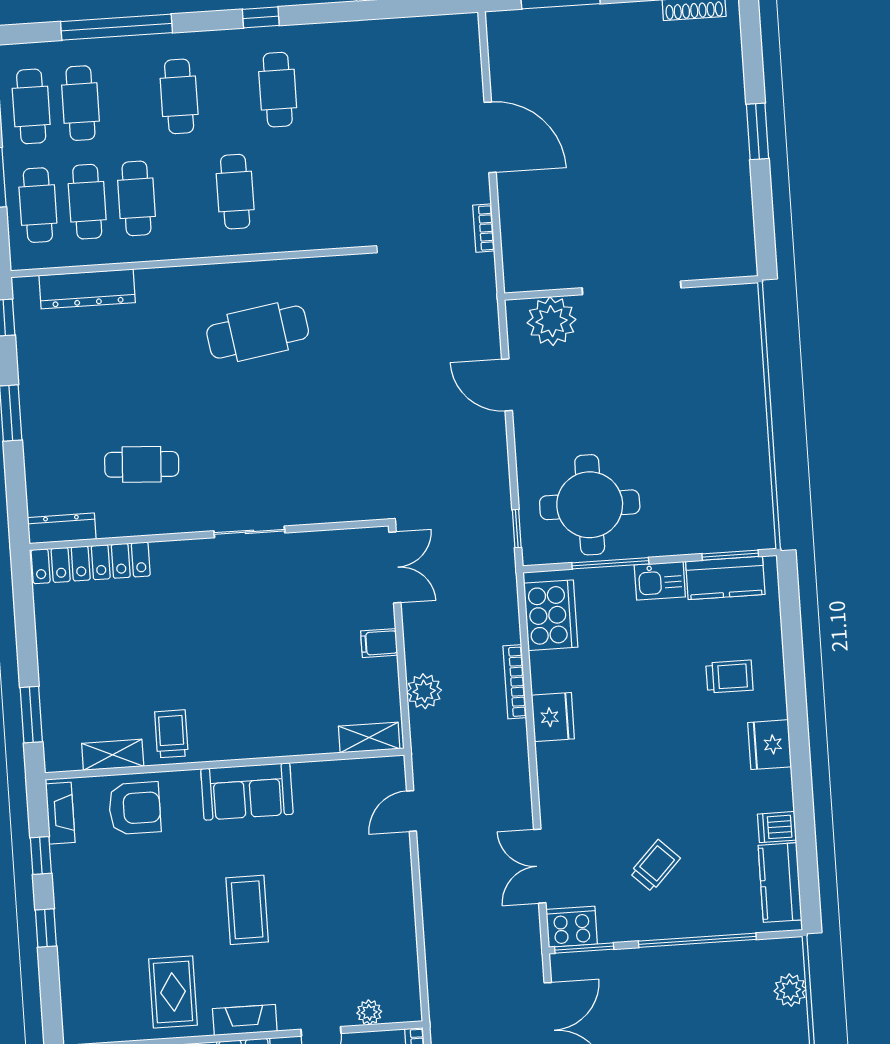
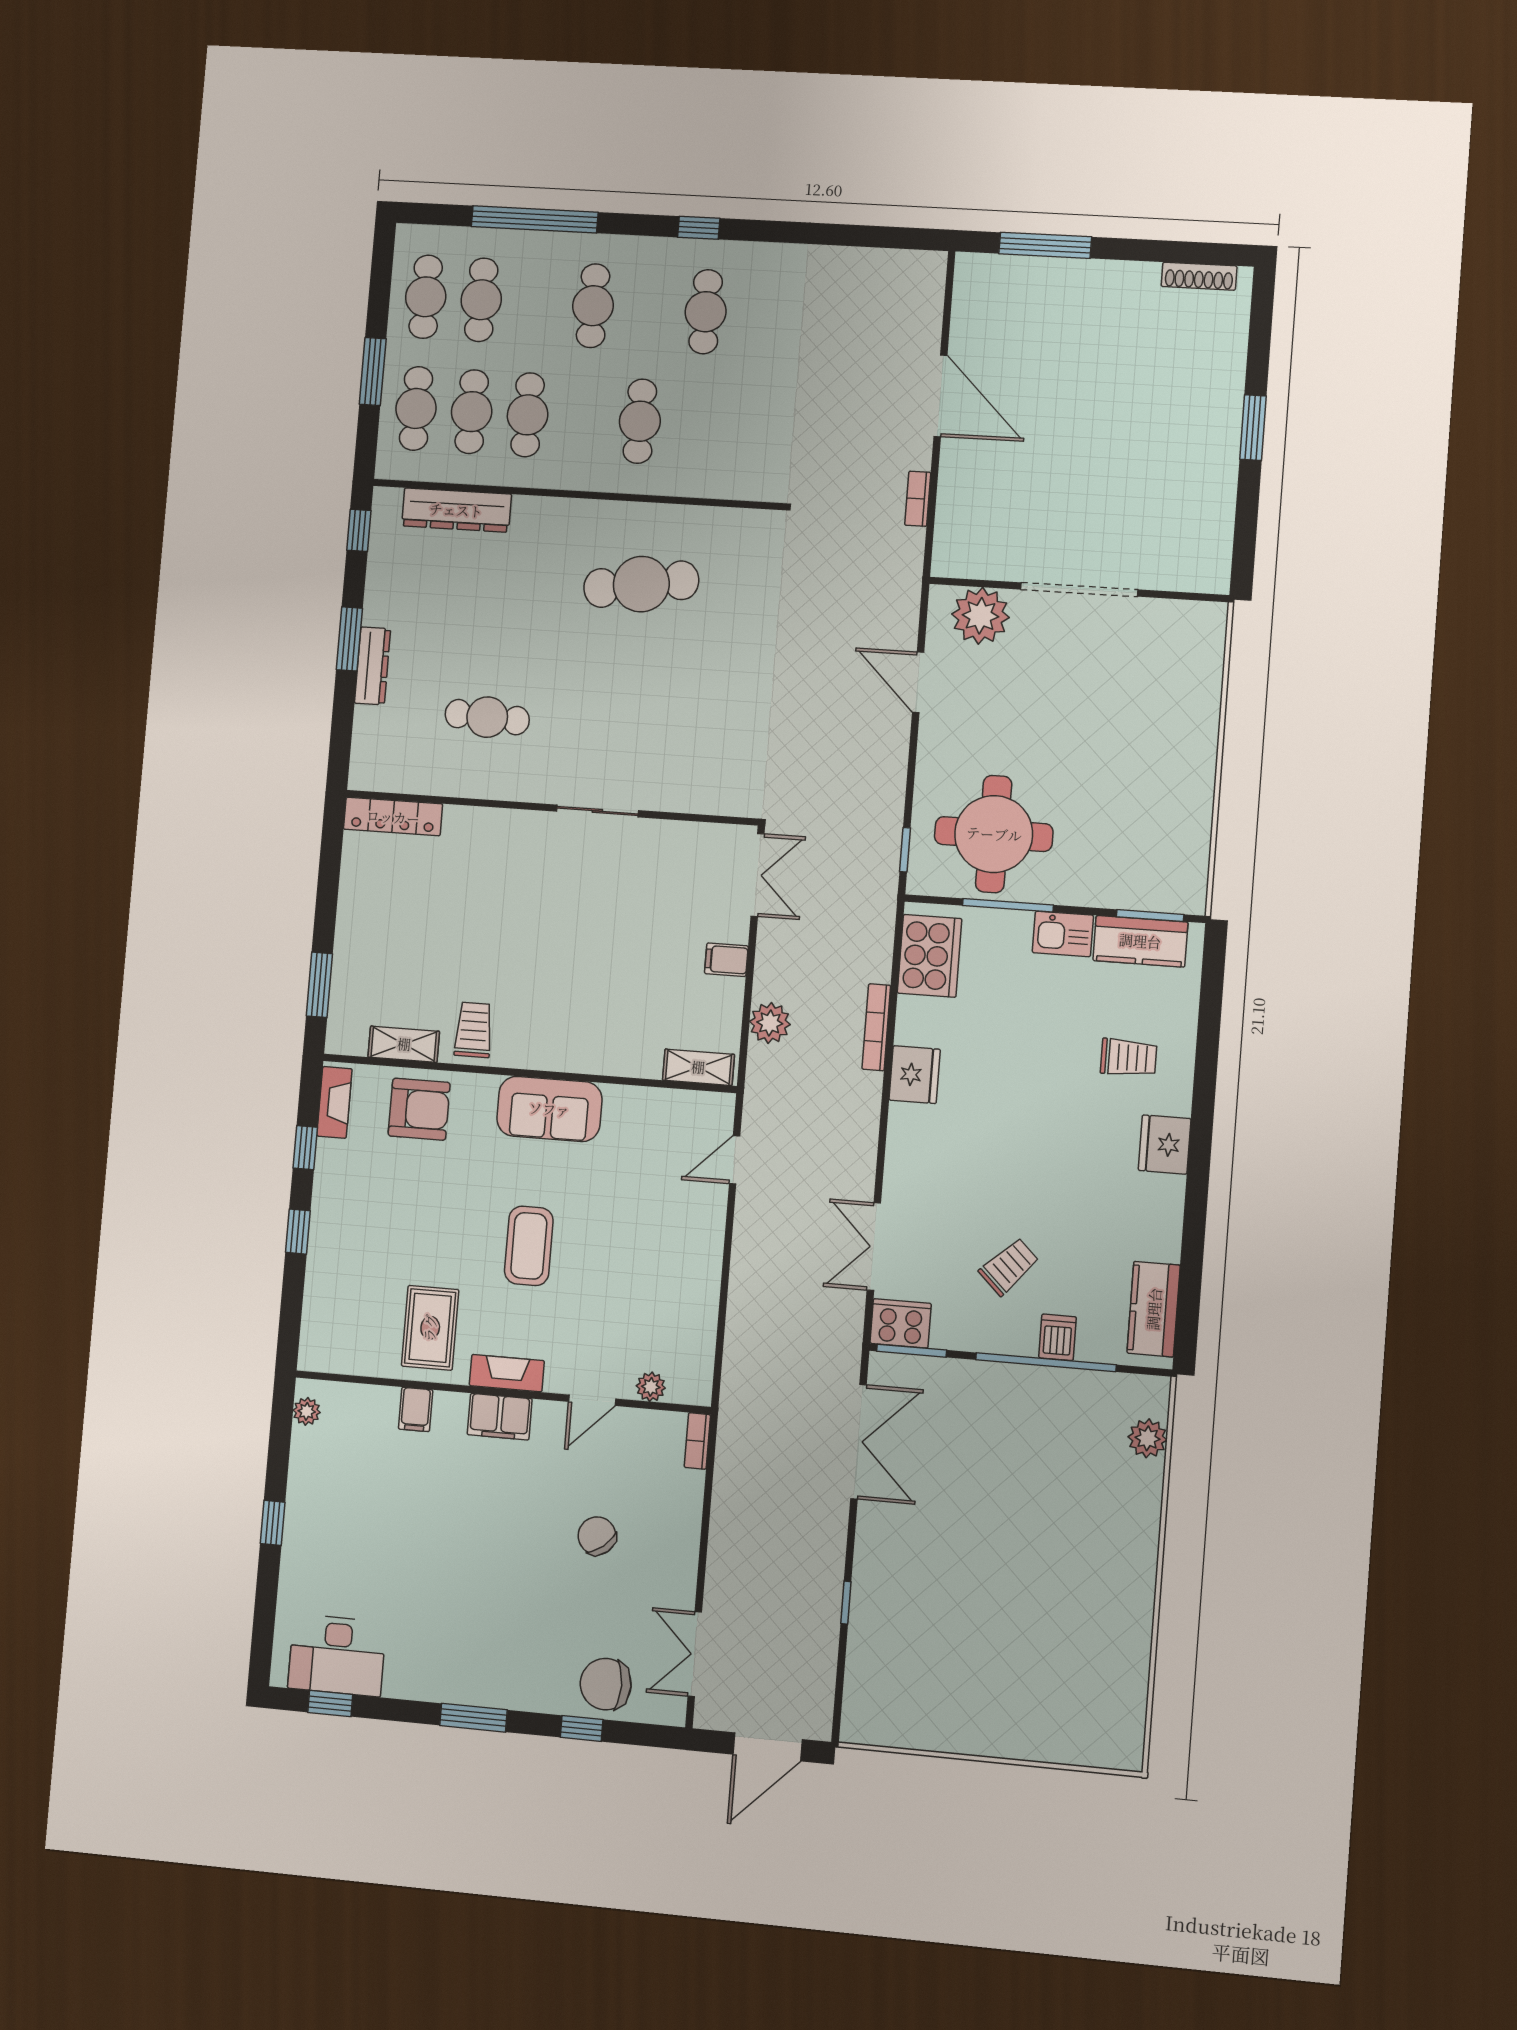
dresser: (62, 528) -> (373, 666), moved, turned 90
locker: (91, 563) -> (393, 817), width x0.71, depth x0.83
dishwasher: (777, 827) -> (1058, 1337), moved, turned 90

